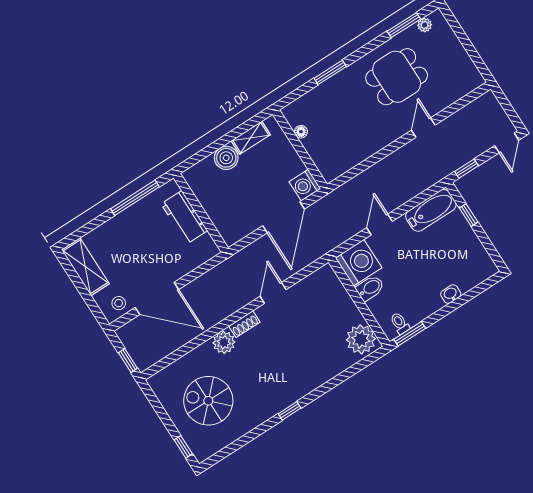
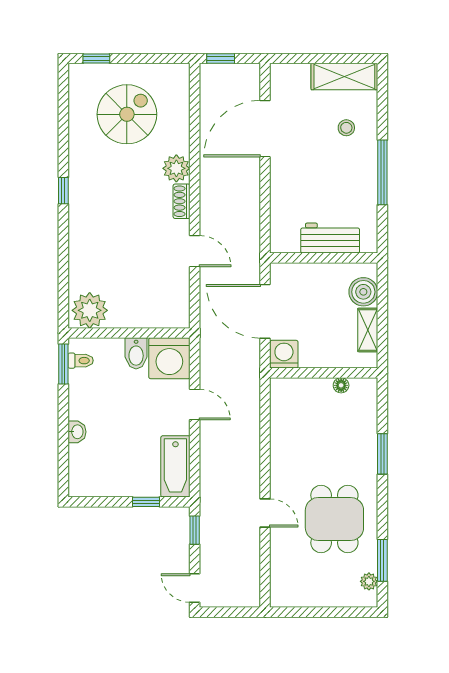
wall: (201, 213) -> (324, 258), moved
workbench: (184, 217) -> (330, 238), moved
stool: (119, 303) -> (346, 128), moved

